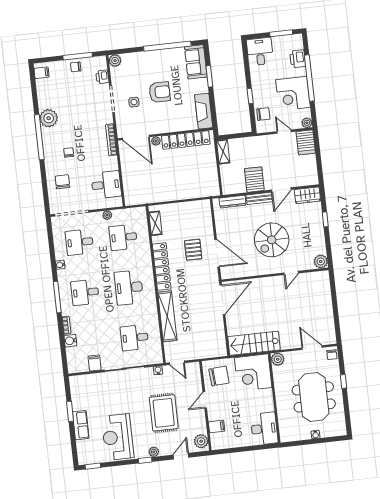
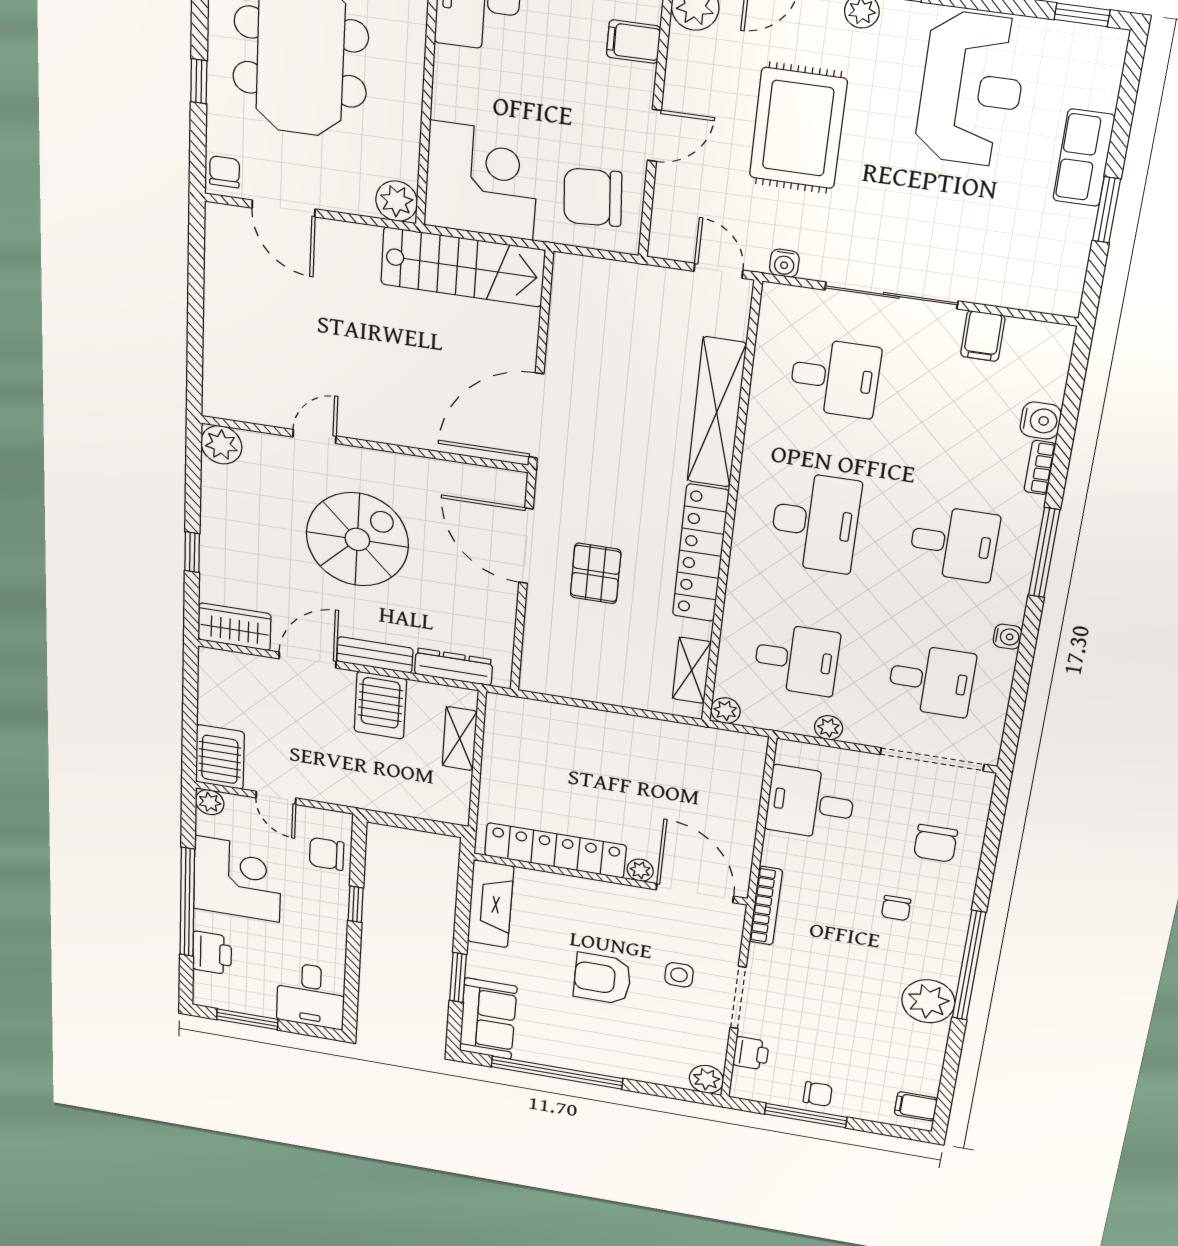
shelving: (223, 152) -> (460, 739), moved
plant: (141, 212) -> (725, 711), added

